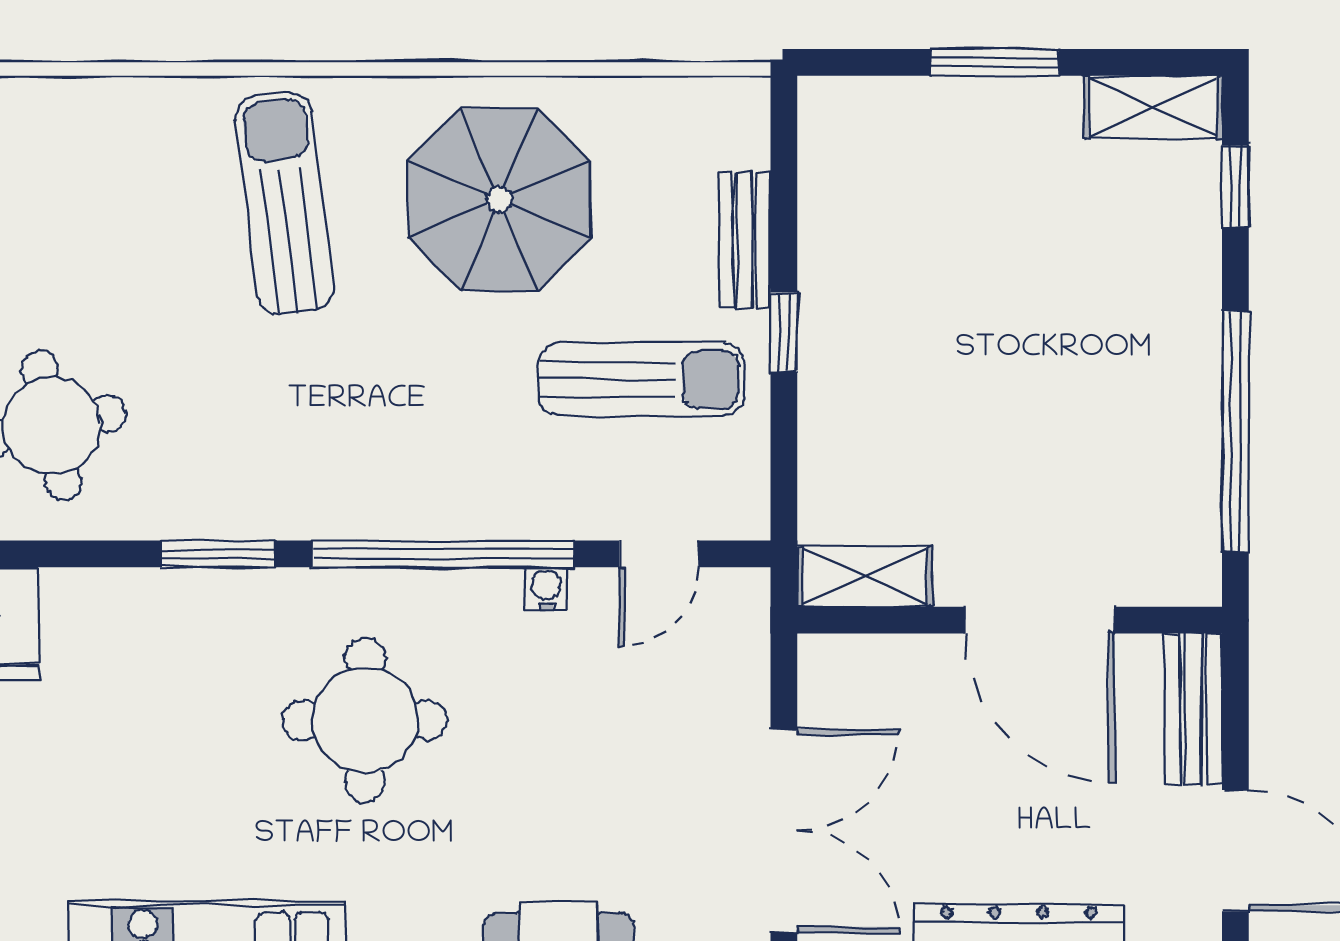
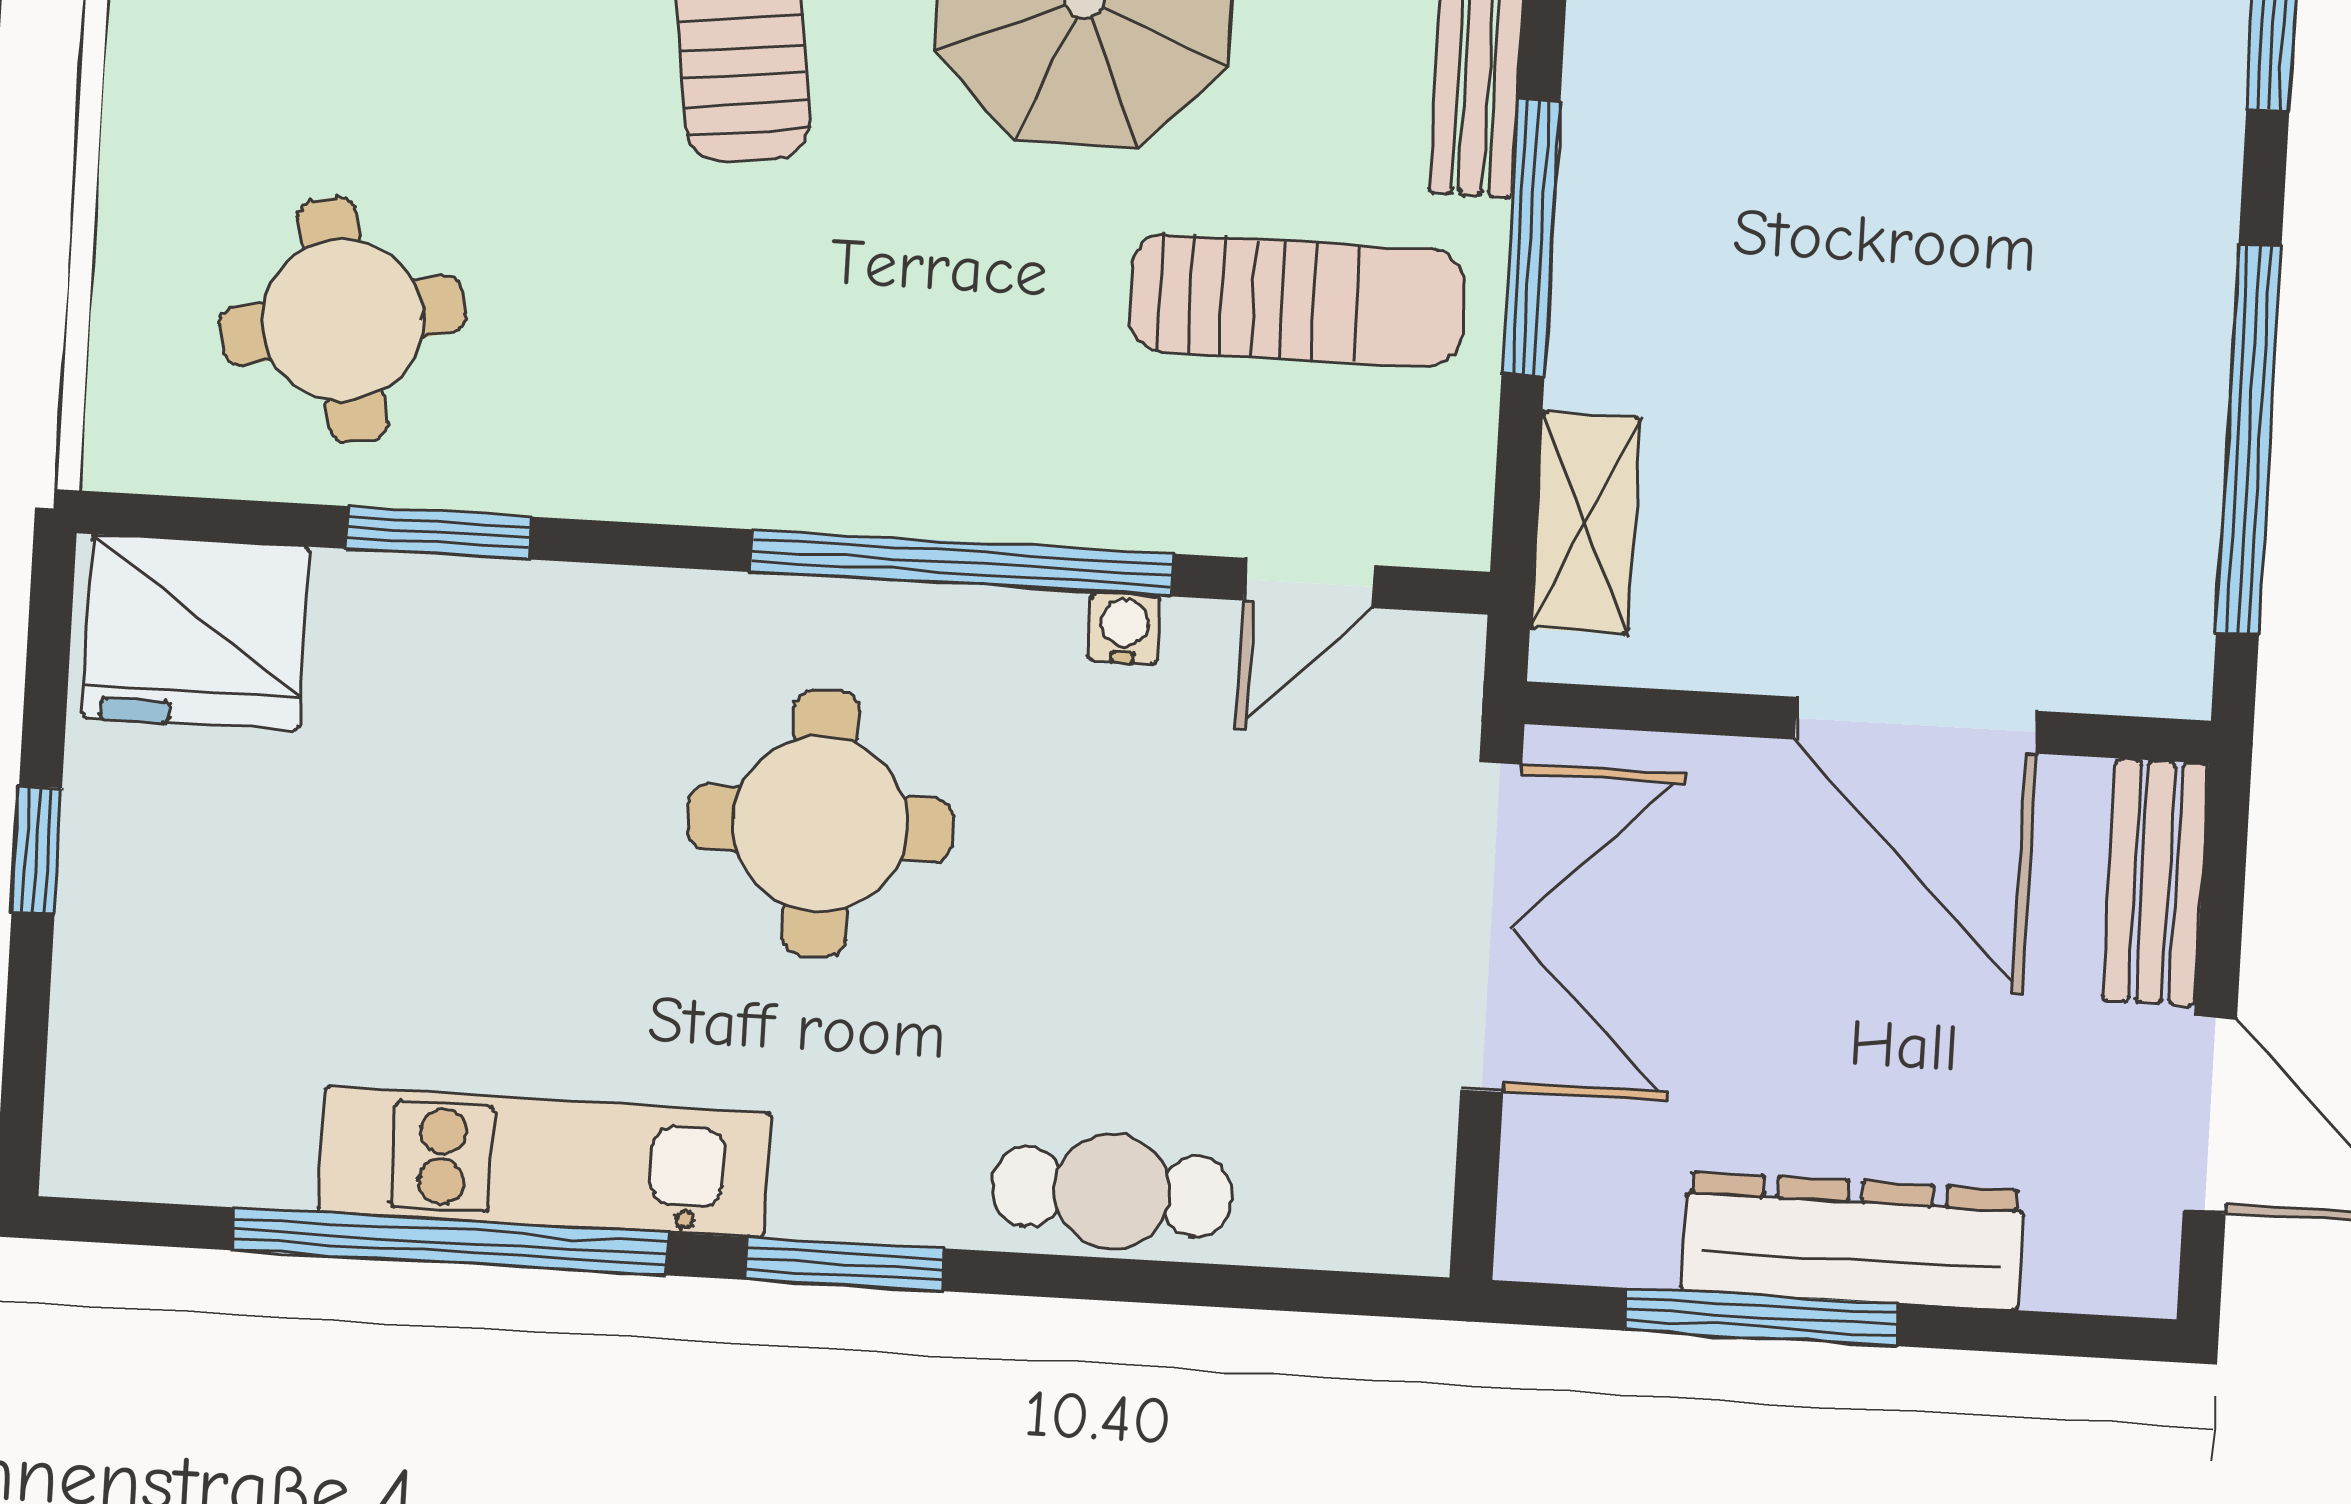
window: (784, 332) -> (1531, 238), width x2.17
window: (219, 554) -> (438, 533), moved
shelving: (865, 577) -> (1585, 523), moved, turned 90
double door: (784, 831) -> (1491, 927), moved

